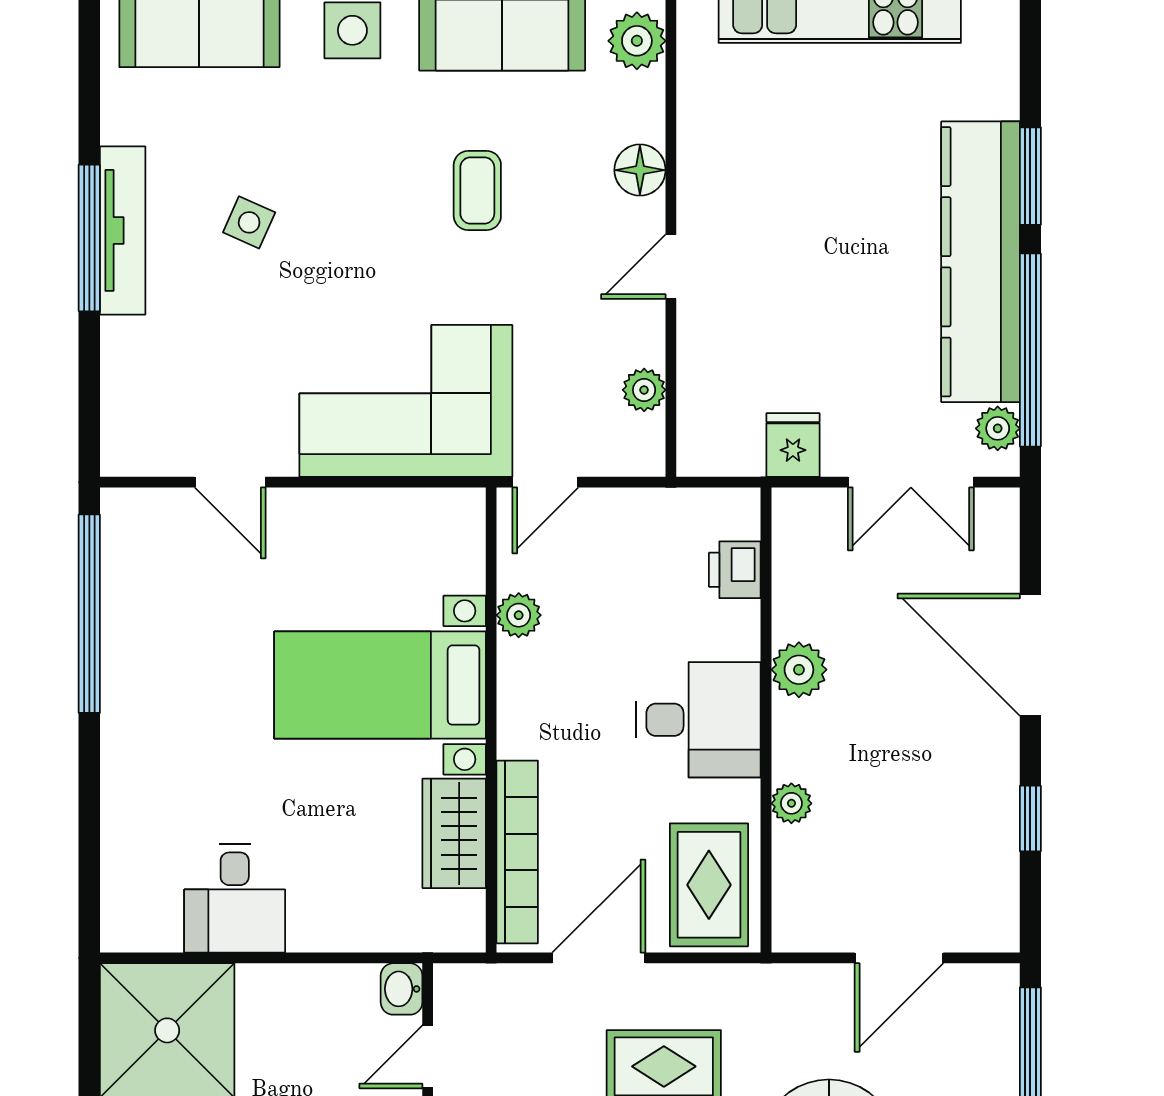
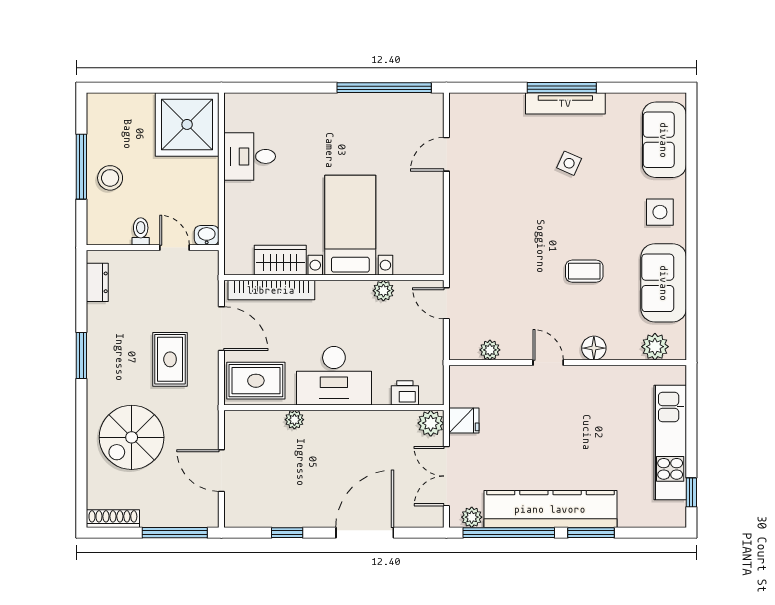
corner sofa: (406, 401) -> (485, 237), removed
plant: (799, 670) -> (431, 423), moved
desk: (699, 720) -> (334, 376), width x1.37

